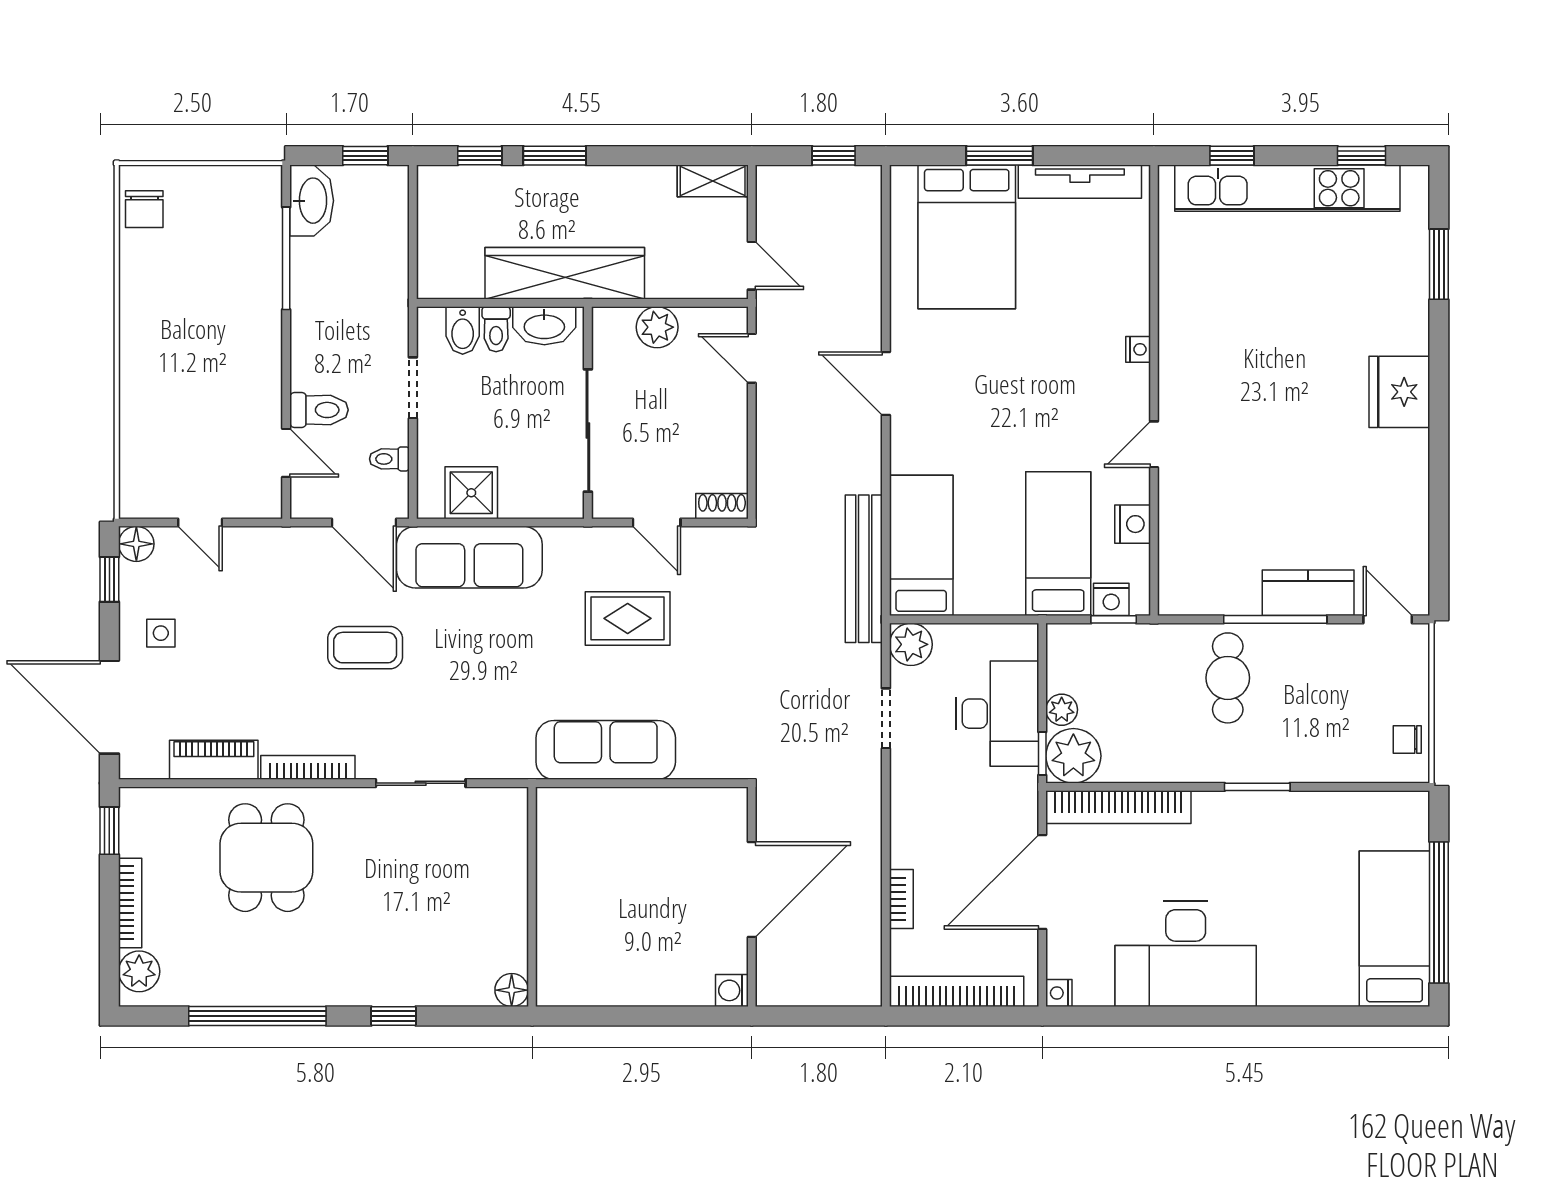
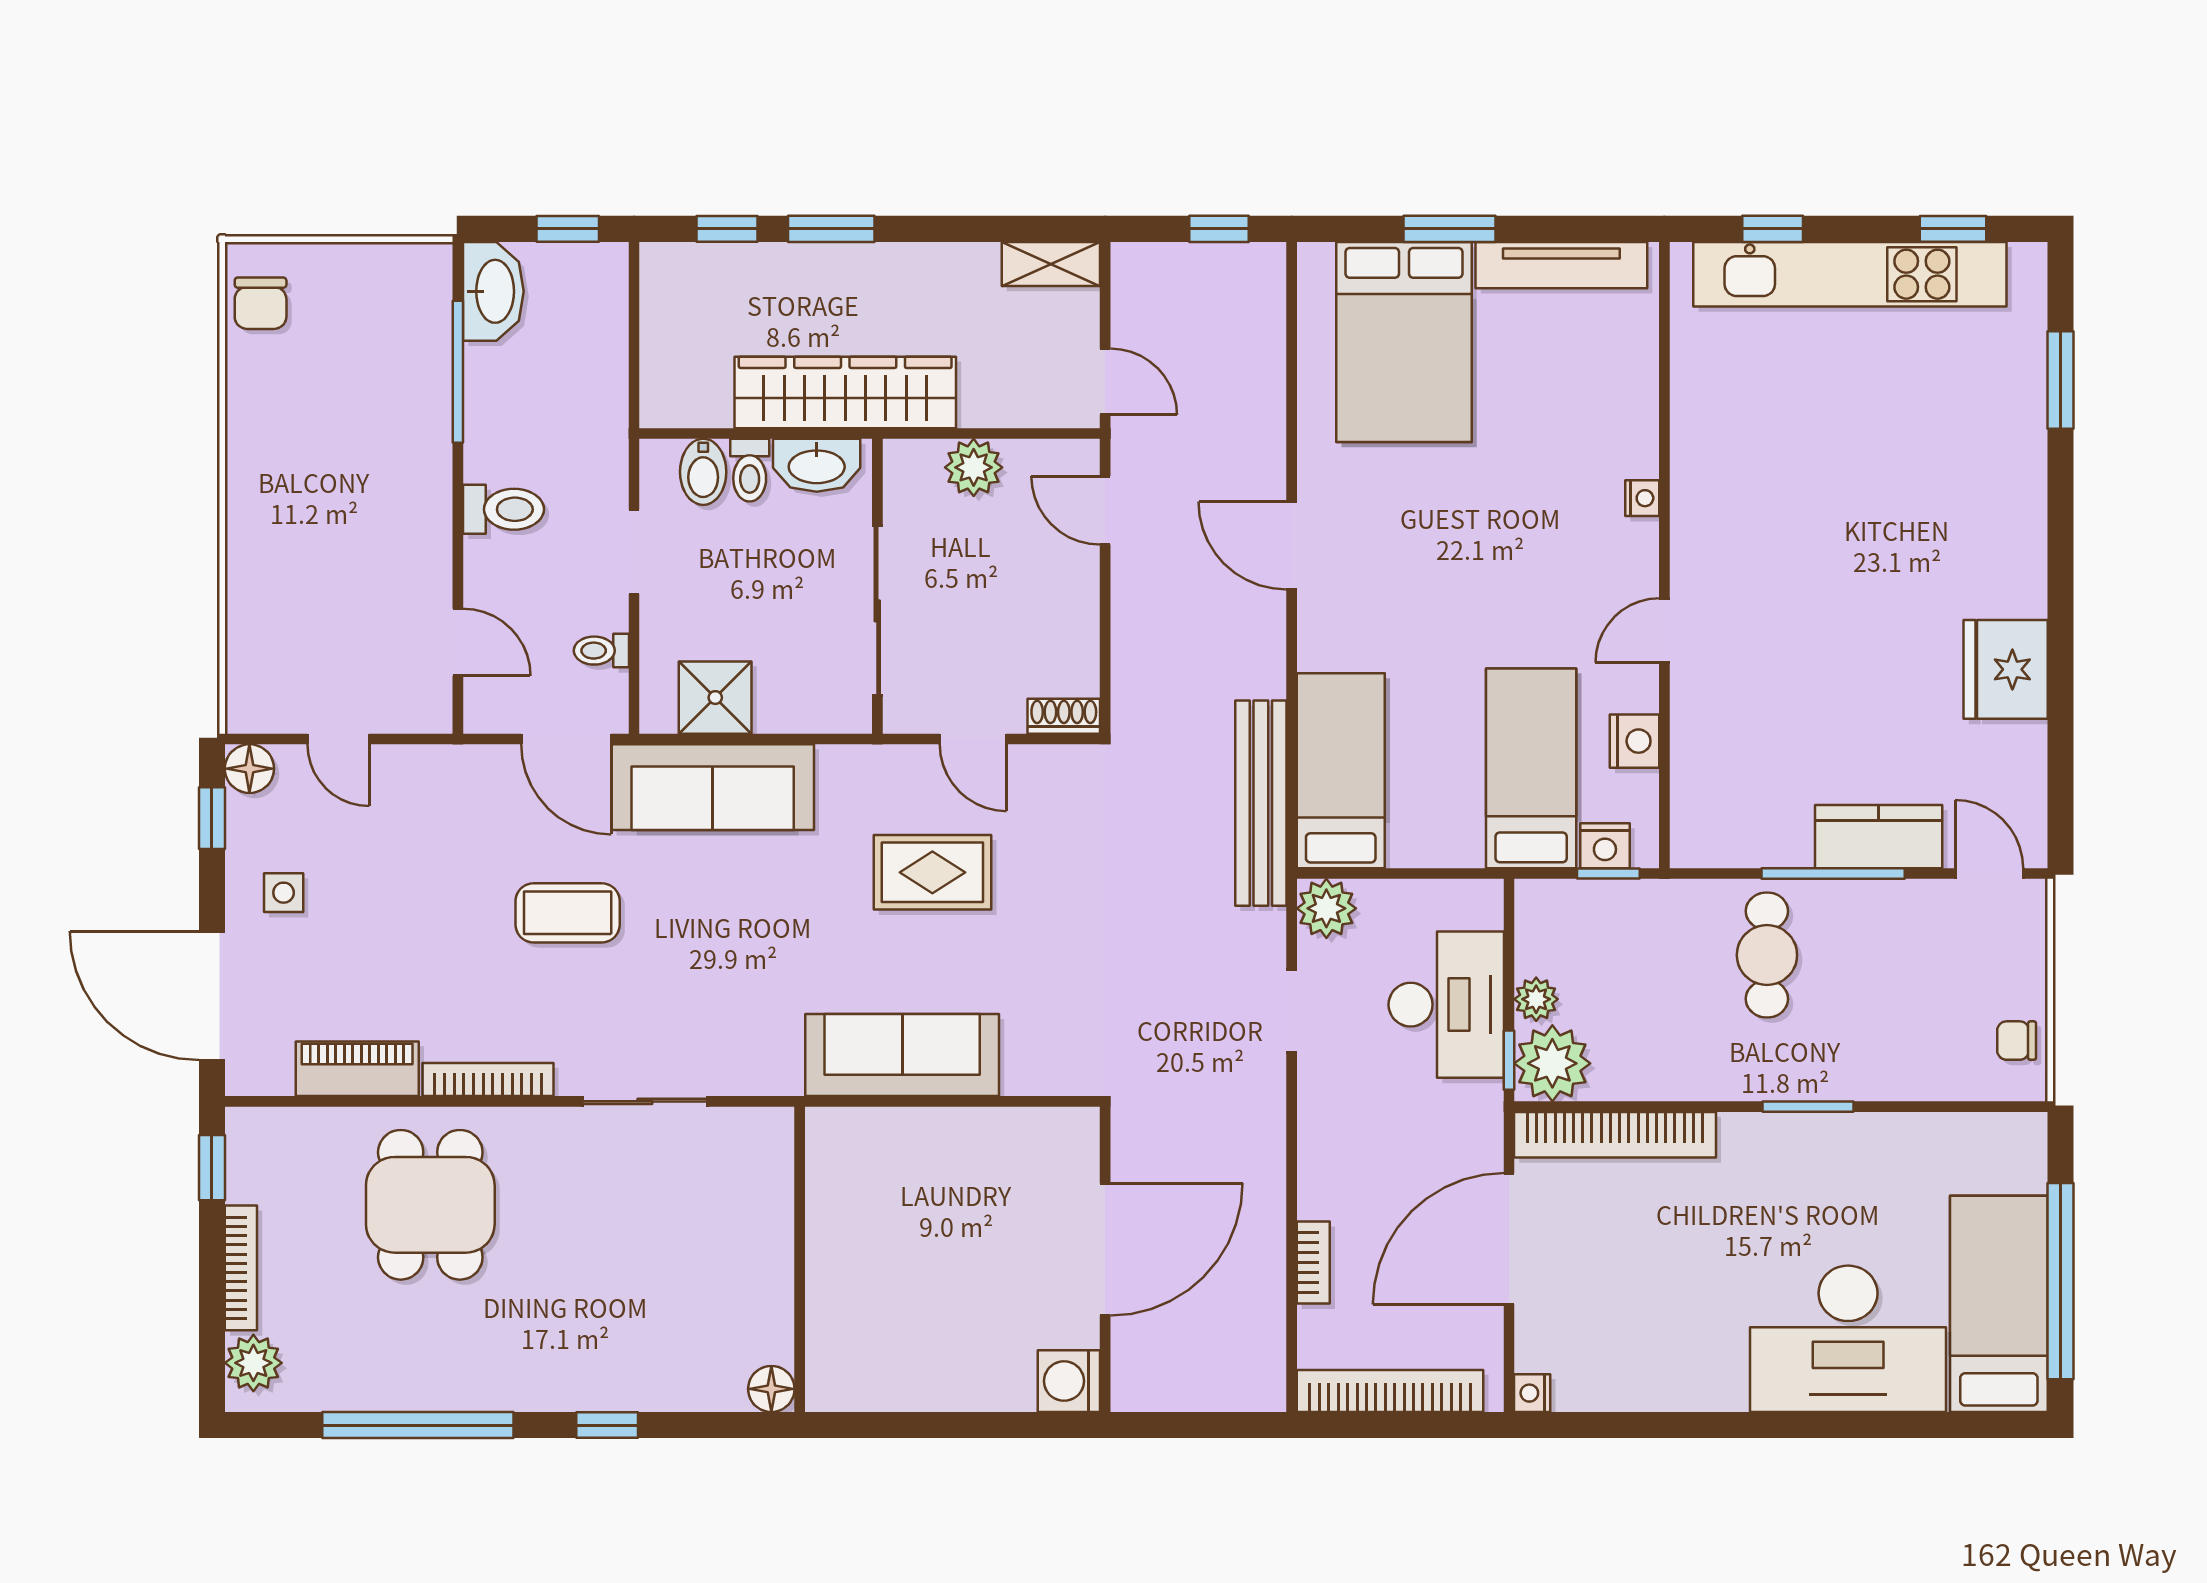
fridge: (1399, 392) -> (2006, 669), moved
toilet: (319, 410) -> (503, 509), moved
desk: (1186, 954) -> (1848, 1339), moved
washing machine: (732, 990) -> (1069, 1381), width x1.38, depth x1.38

